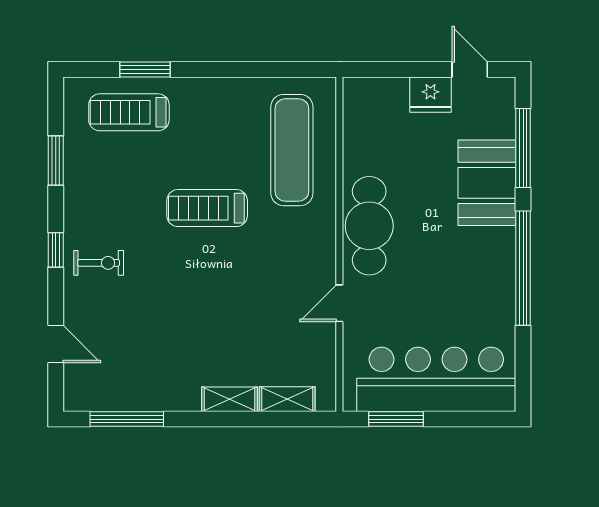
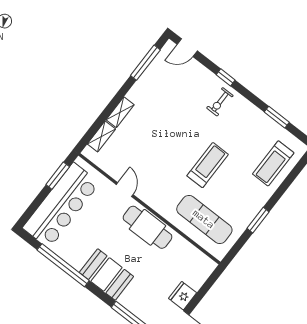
window: (145, 69) -> (258, 220), moved
treadmill: (129, 112) -> (273, 163), turned 180
booth: (487, 183) -> (106, 274), moved
window: (56, 250) -> (226, 77), moved
window: (523, 268) -> (63, 265), moved
door: (56, 344) -> (187, 48), moved

